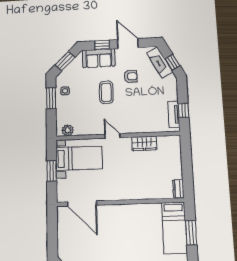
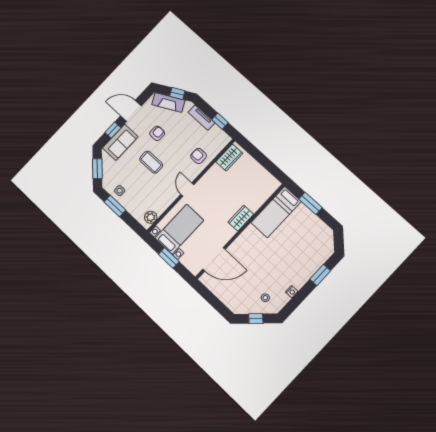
tv unit: (174, 114) -> (201, 118), moved
armchair: (144, 120) -> (199, 156), added
door: (112, 136) -> (187, 190), hinge flipped
wardrobe: (144, 143) -> (229, 158), moved
dresser: (178, 189) -> (271, 181), removed
wardrobe: (130, 193) -> (241, 218), added
bed: (174, 228) -> (276, 212), moved, turned 90

